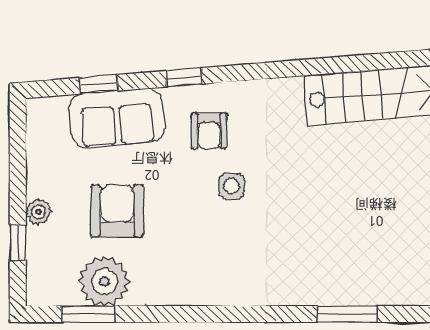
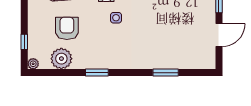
plant: (38, 212) -> (33, 64), moved
window: (88, 314) -> (97, 73), moved

